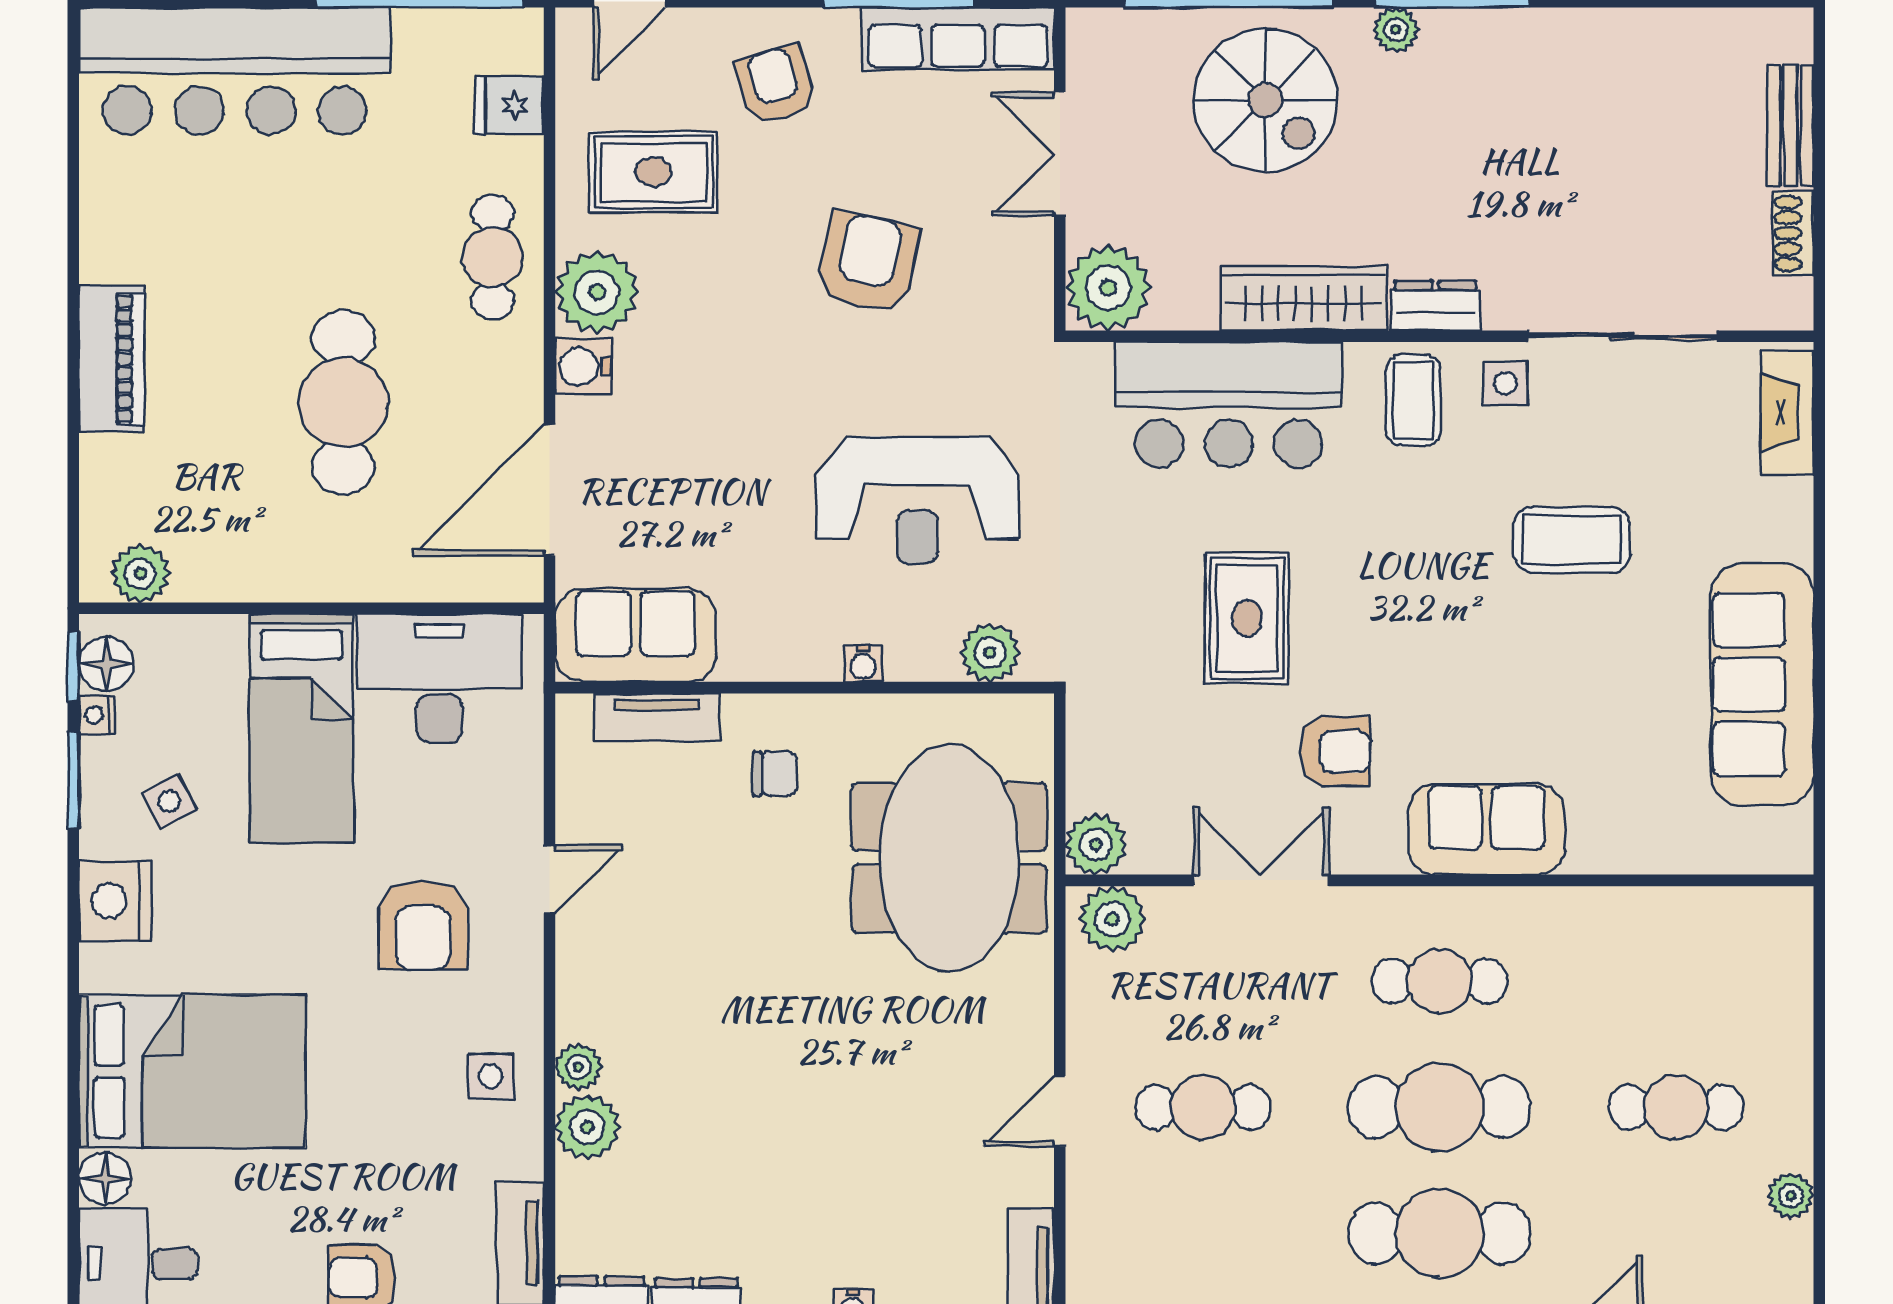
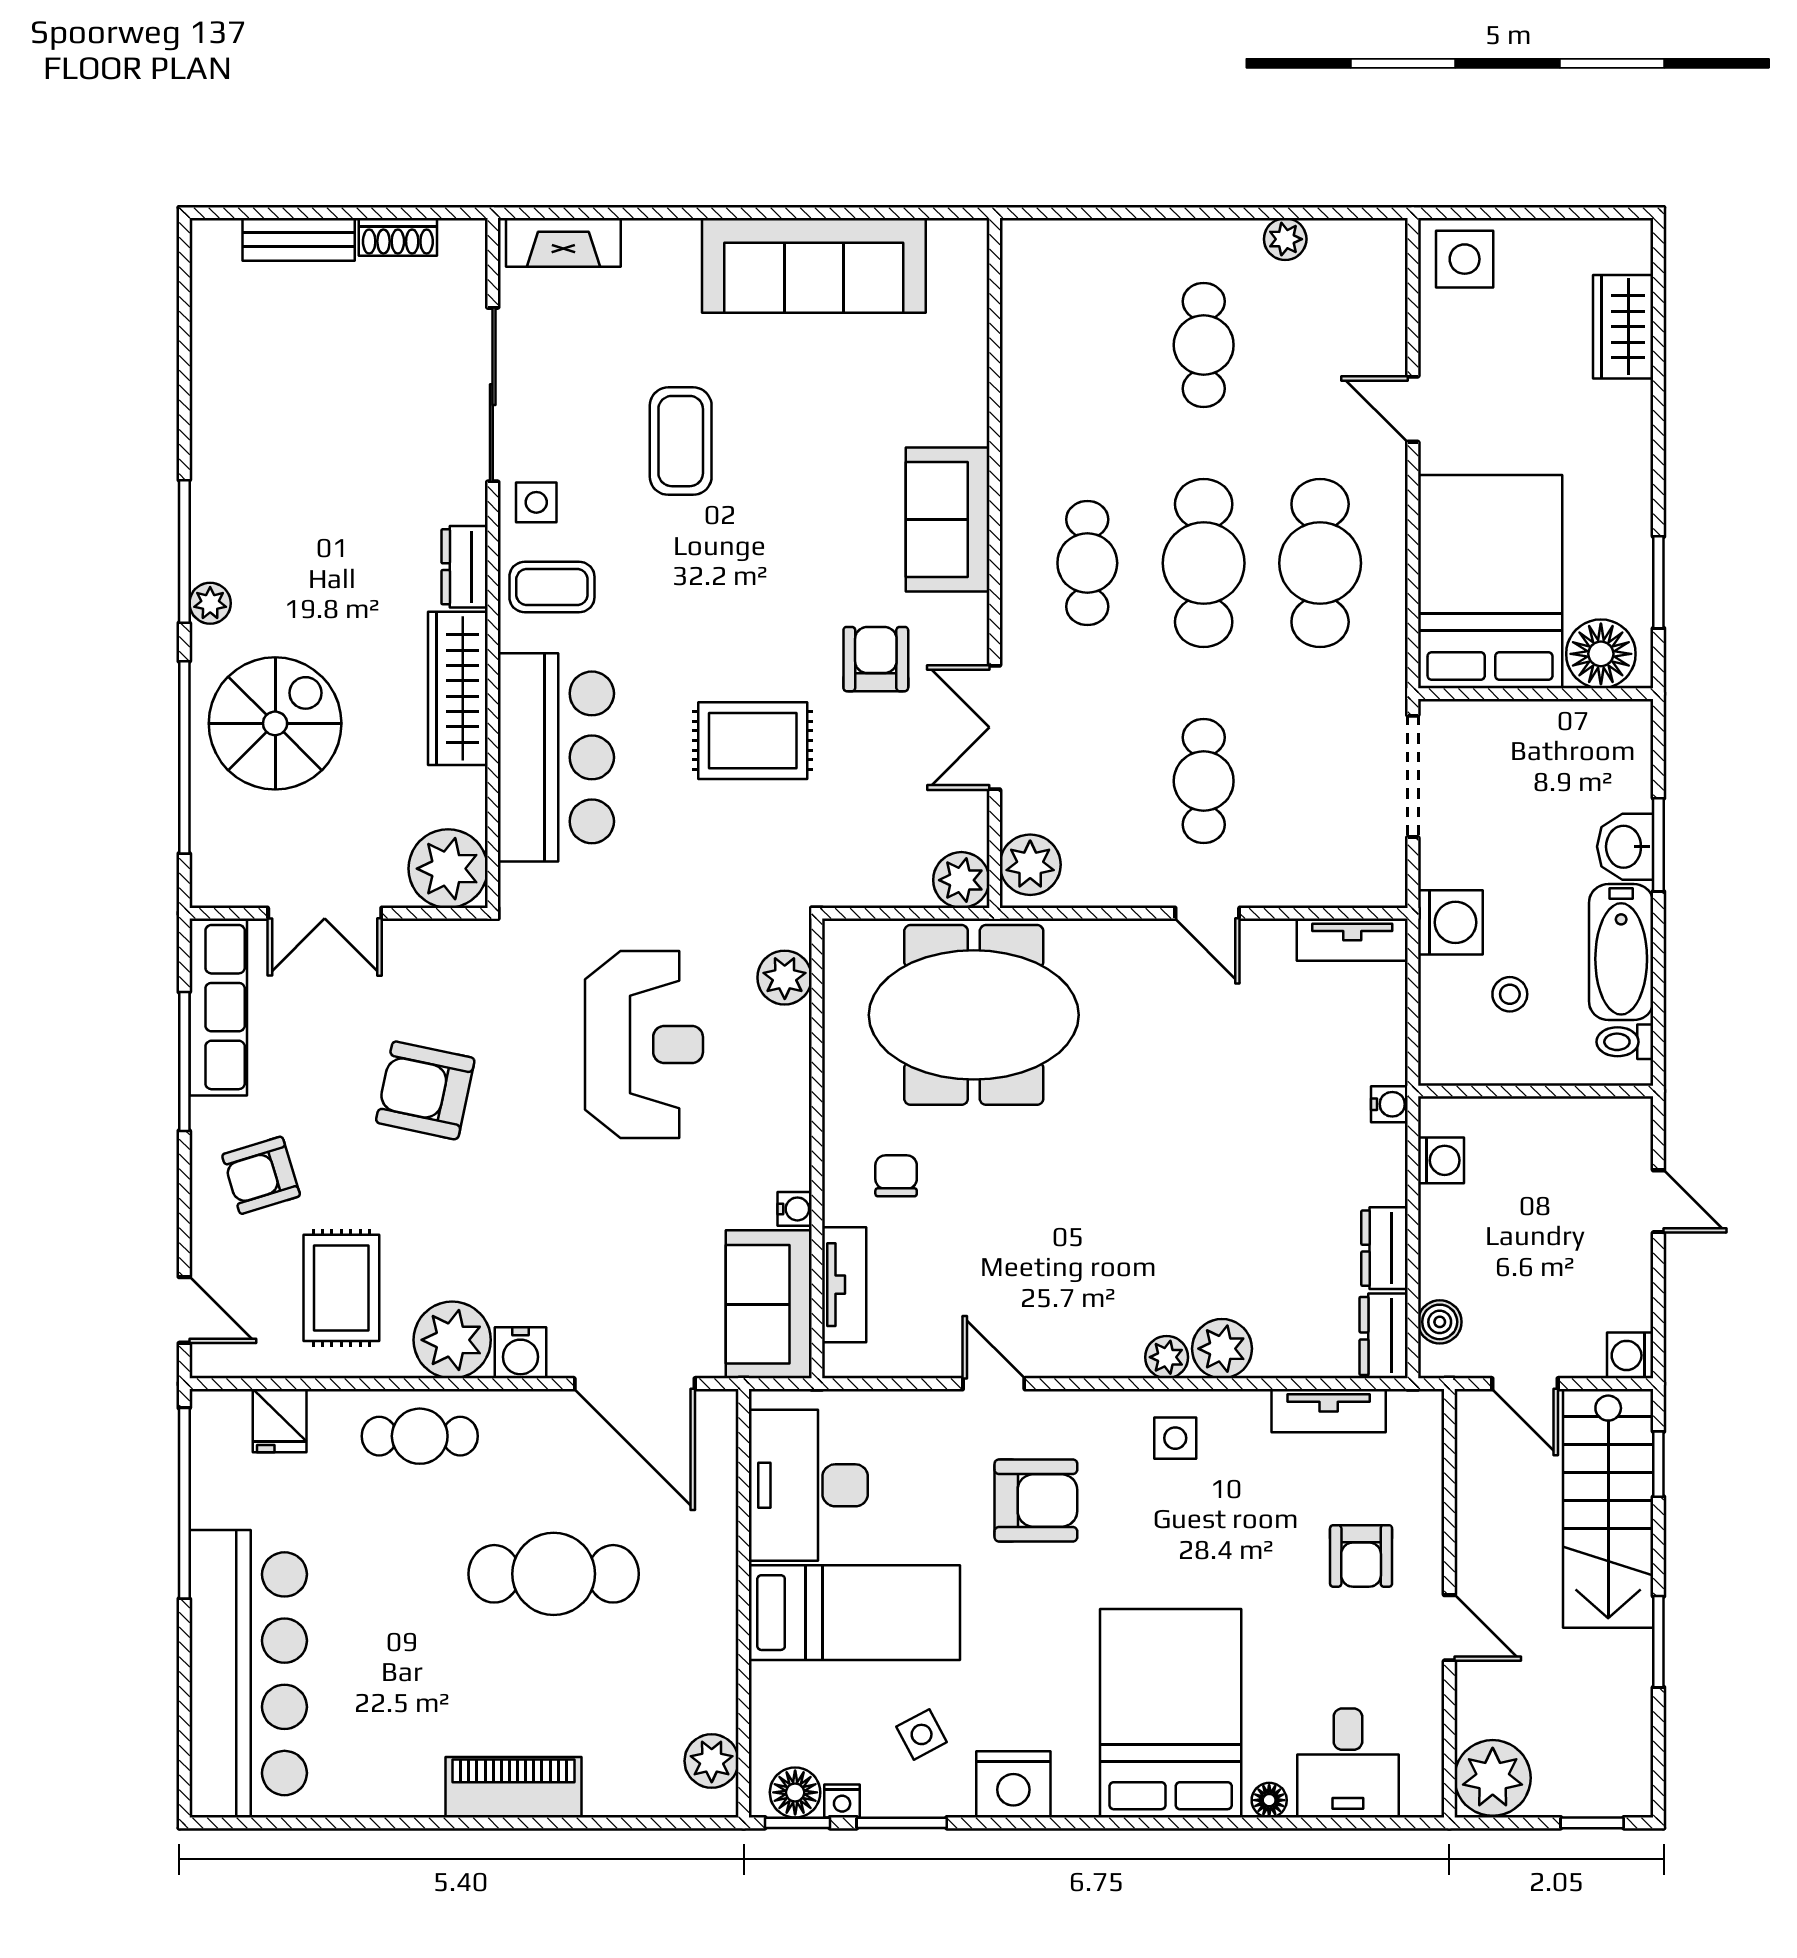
water cooler: (863, 664) -> (795, 1209), moved
floor lamp: (105, 1178) -> (1269, 1800), width x0.73, depth x0.73

